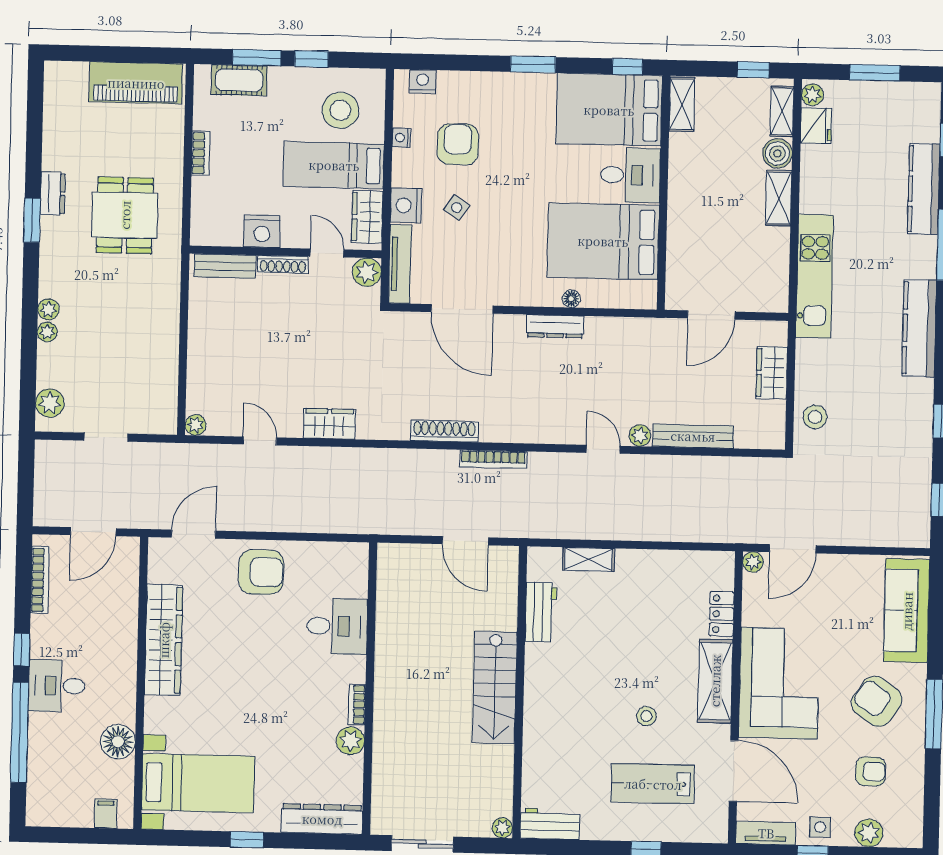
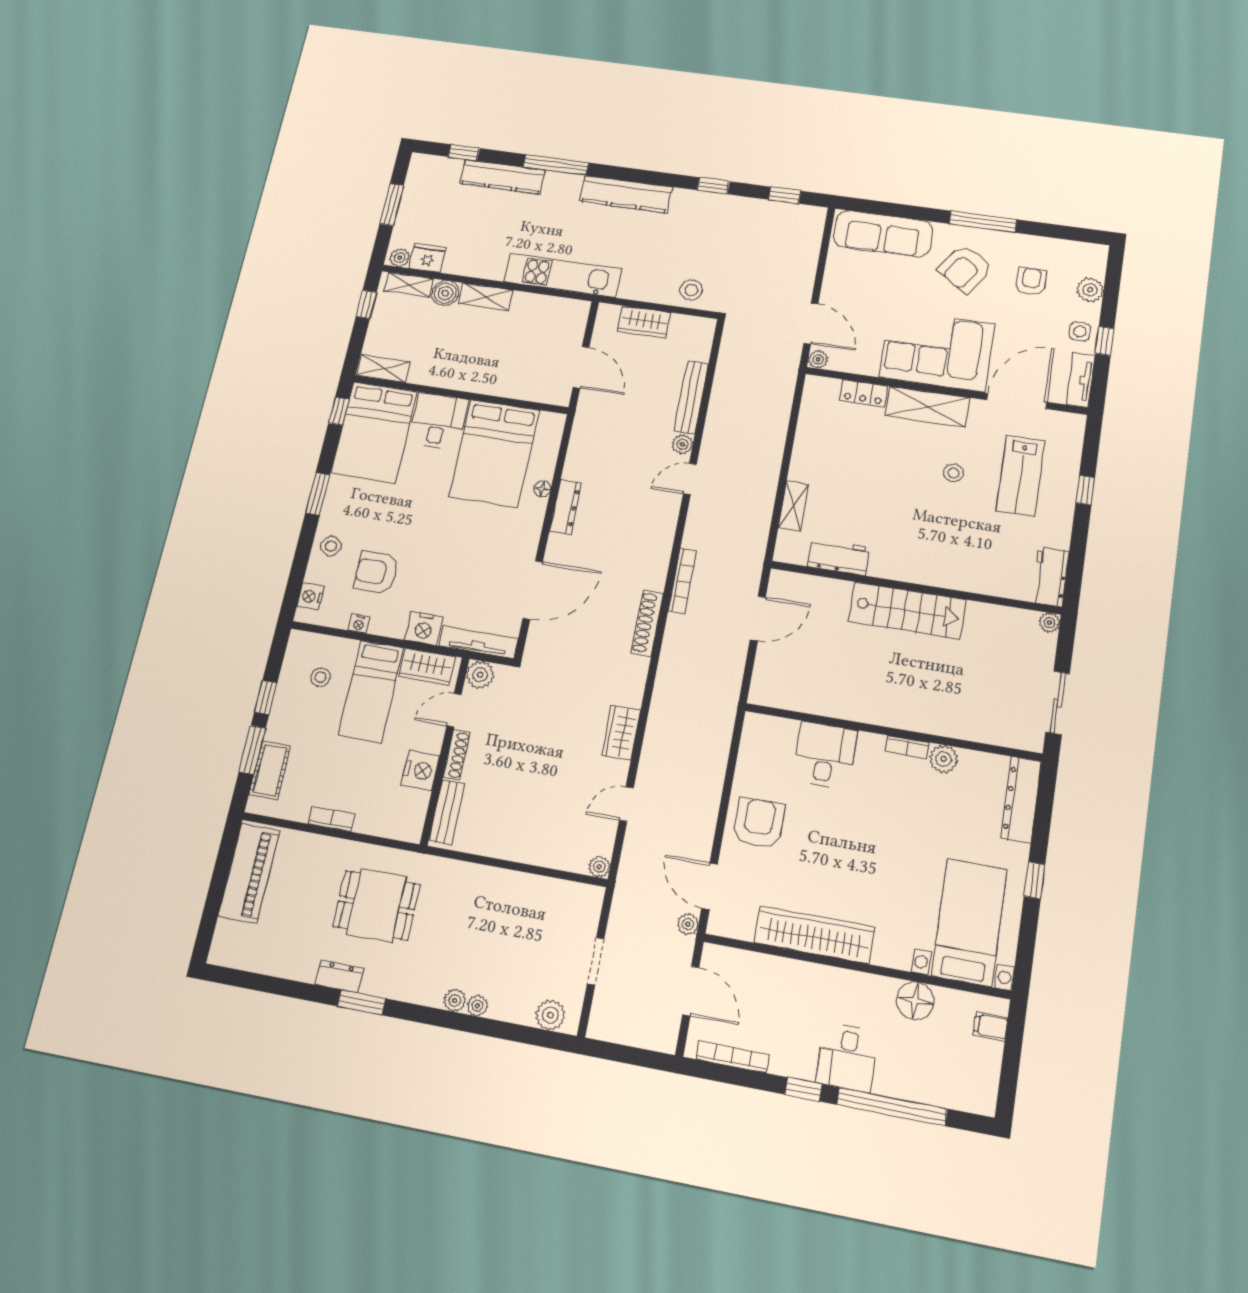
stool: (340, 110) -> (320, 677), width x0.53, depth x0.53
side table: (457, 207) -> (331, 546), moved
plant: (155, 519) -> (688, 924), added

